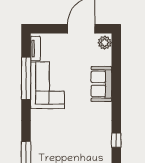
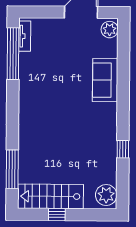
window: (26, 78) -> (13, 54), moved
corner sofa: (48, 85) -> (39, 81), removed

